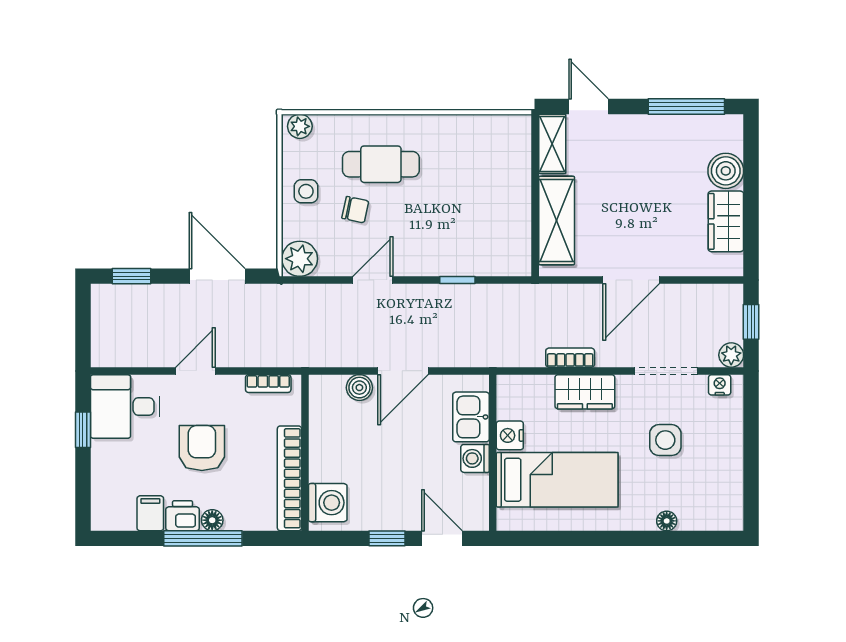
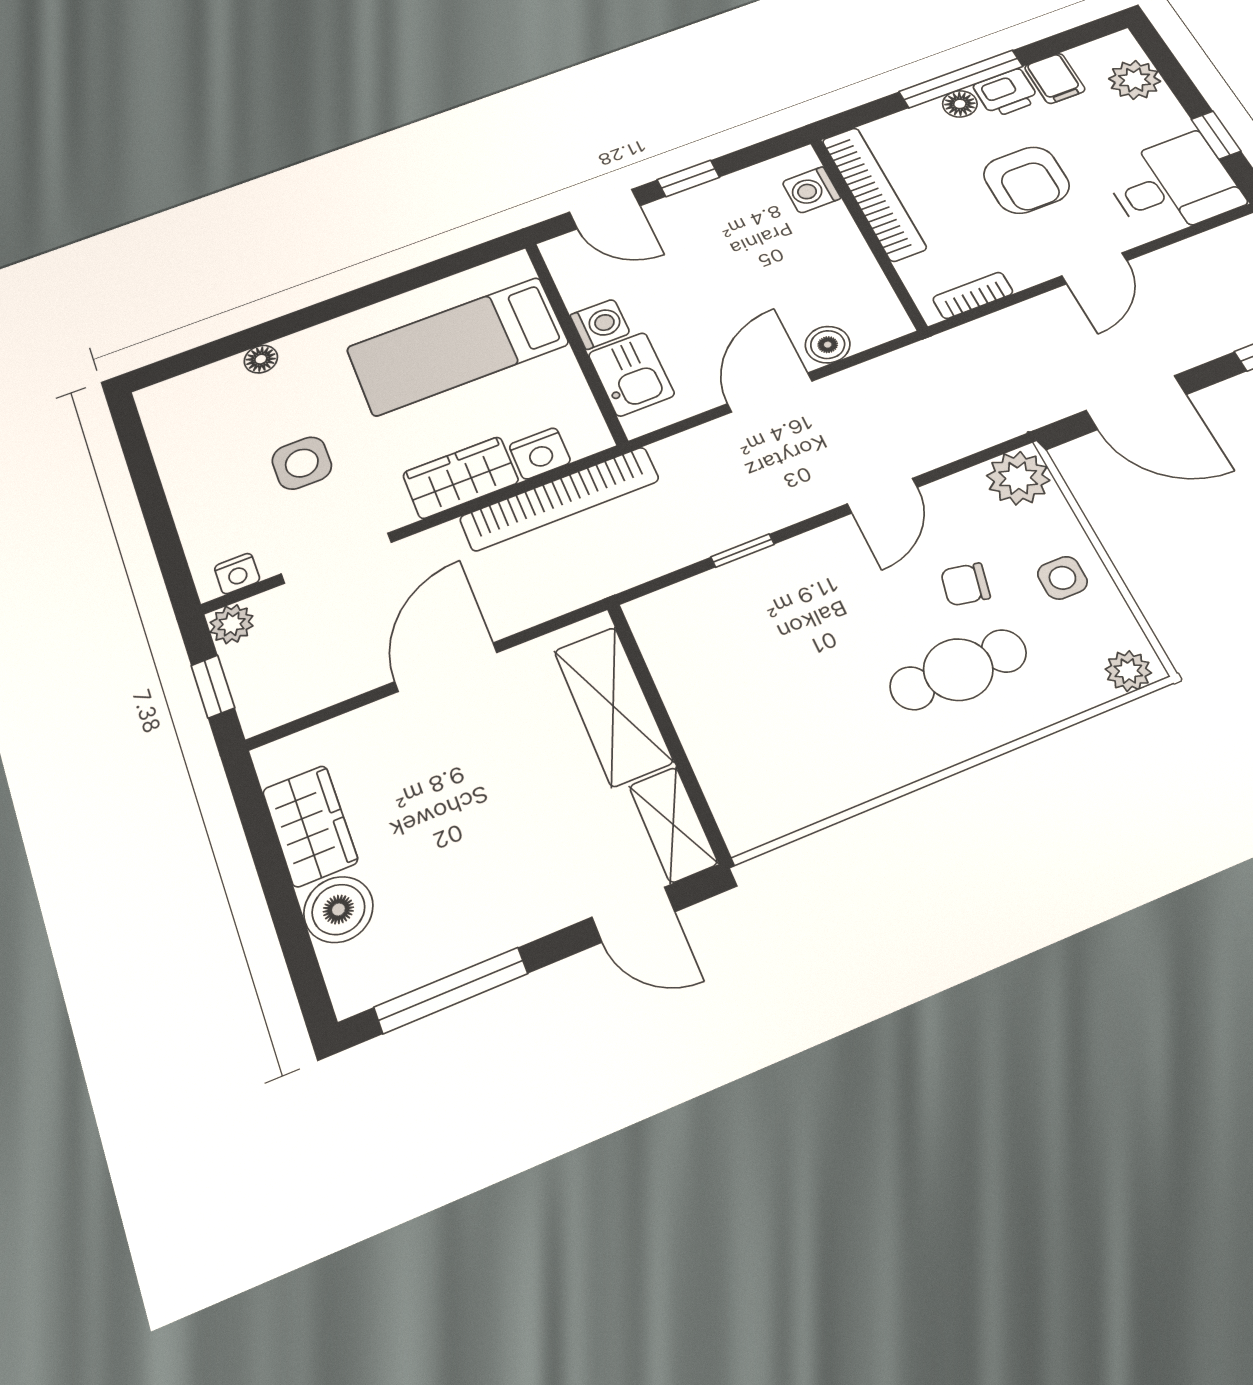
bookcase: (570, 358) -> (559, 499), width x2.31, depth x1.31
nightstand: (510, 435) -> (540, 453), moved, turned 90
plant: (107, 491) -> (1135, 80), added
washing machine: (328, 503) -> (811, 190), width x0.73, depth x0.73

